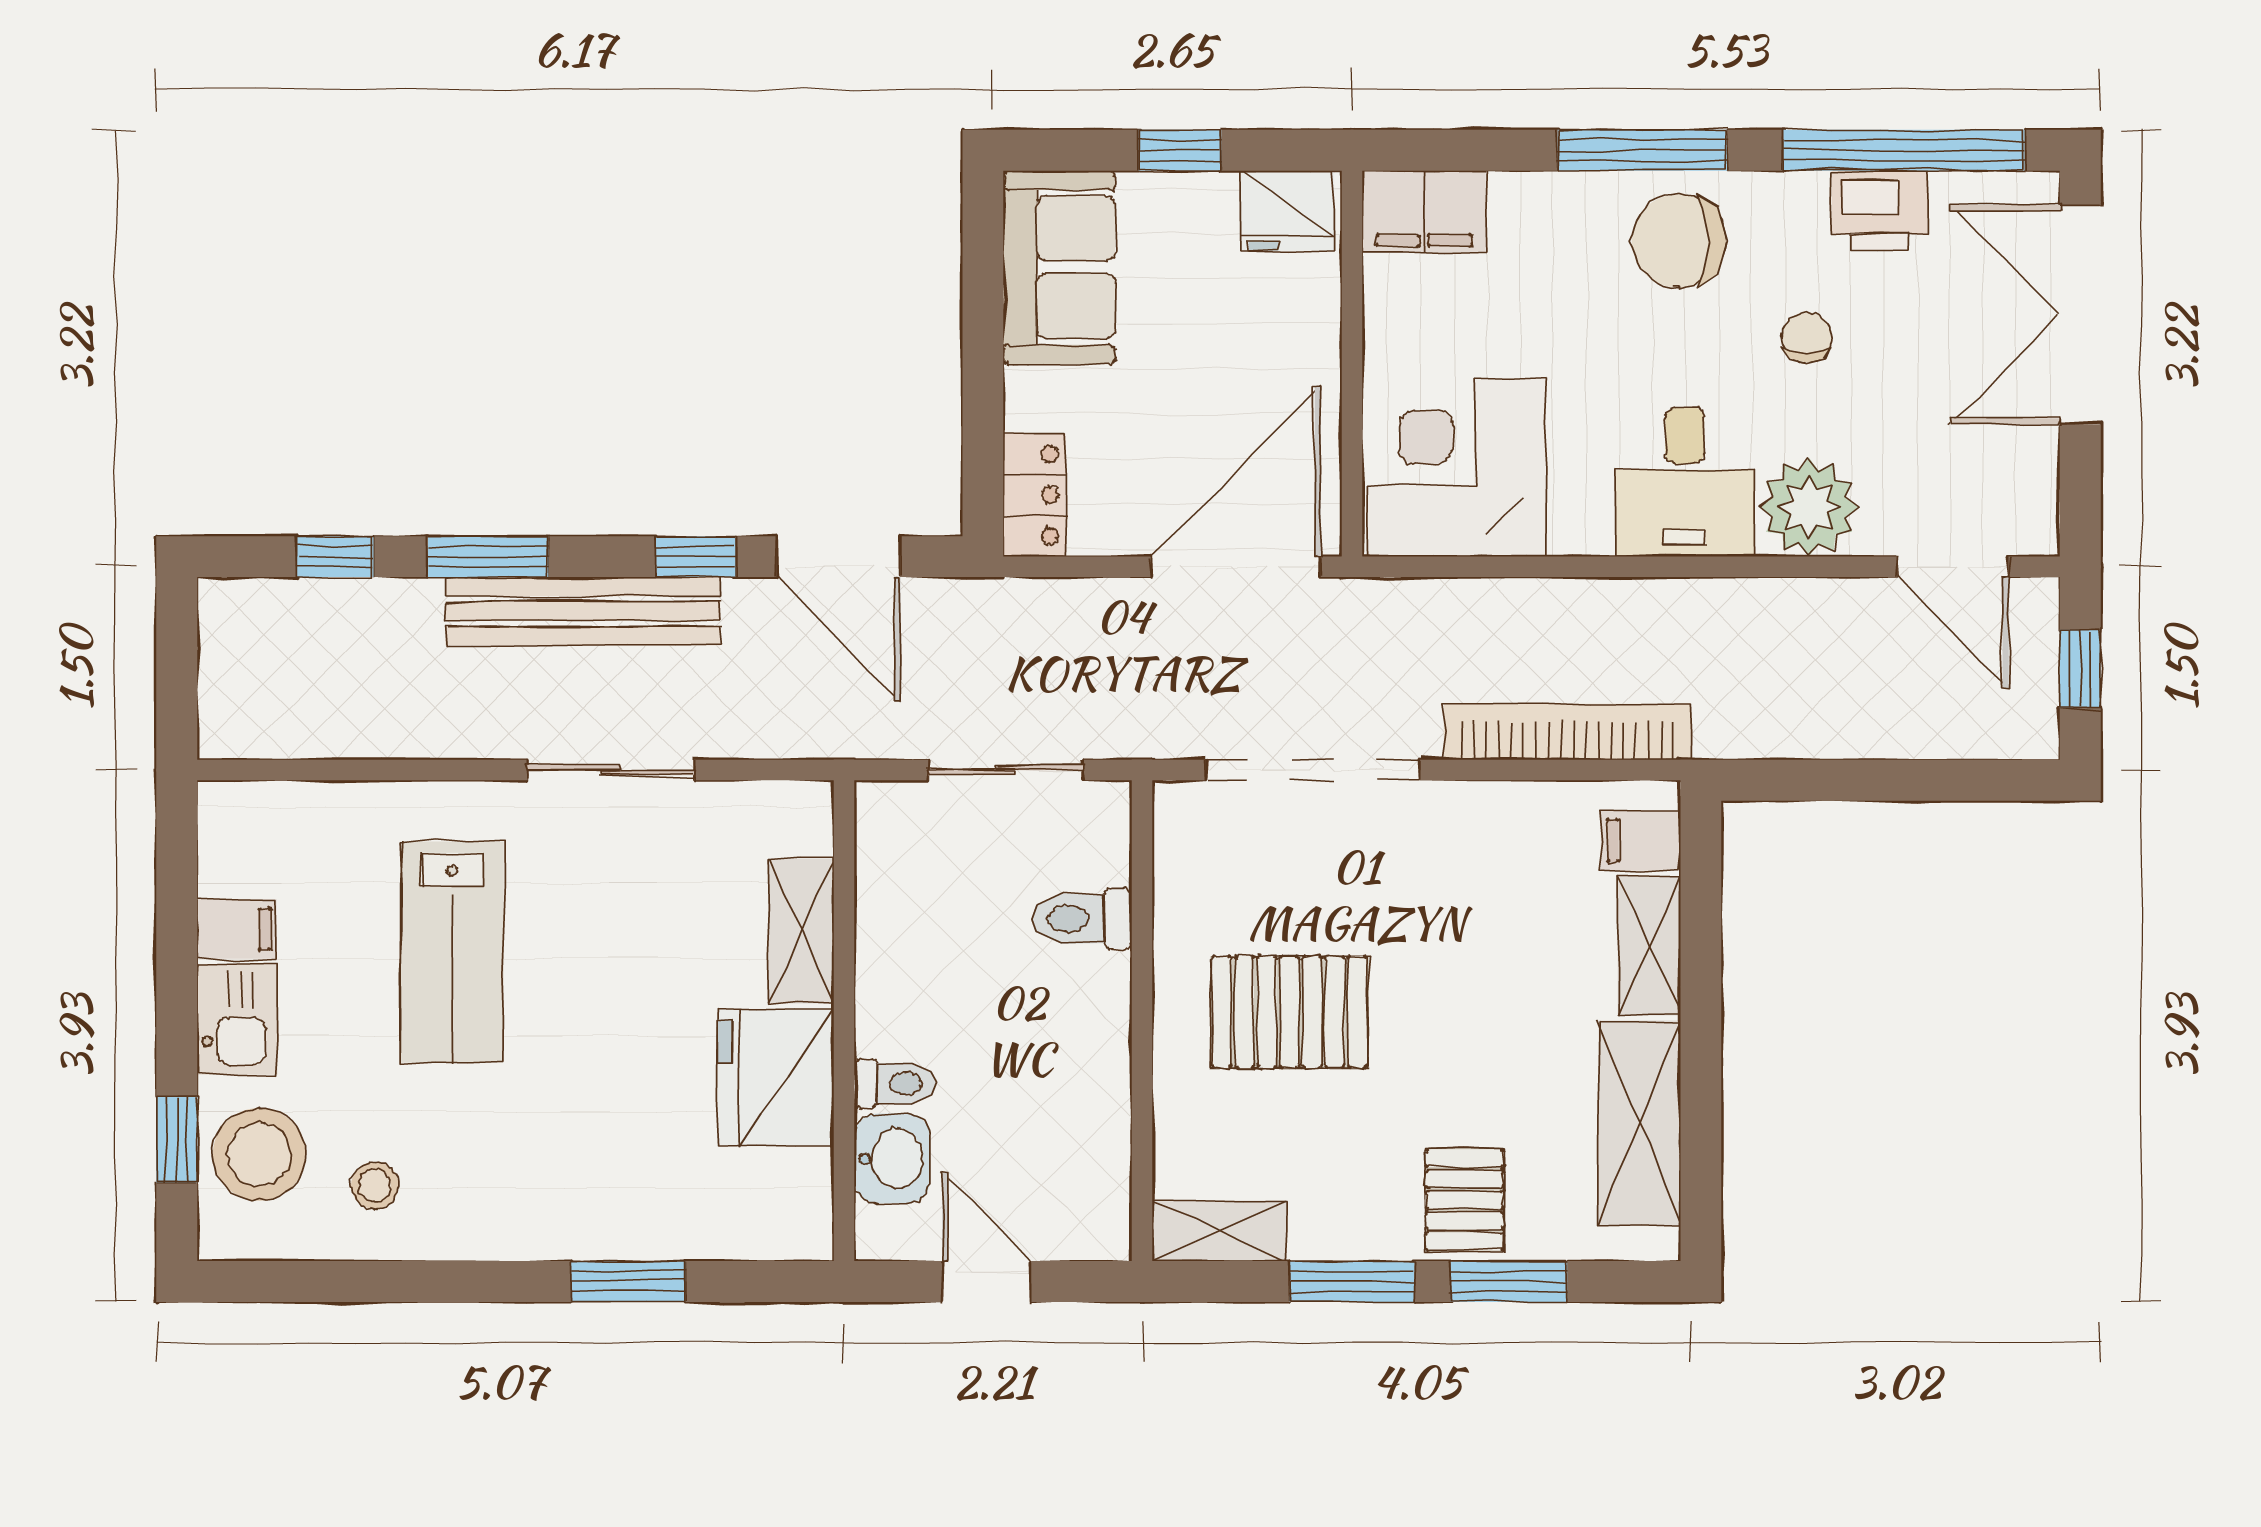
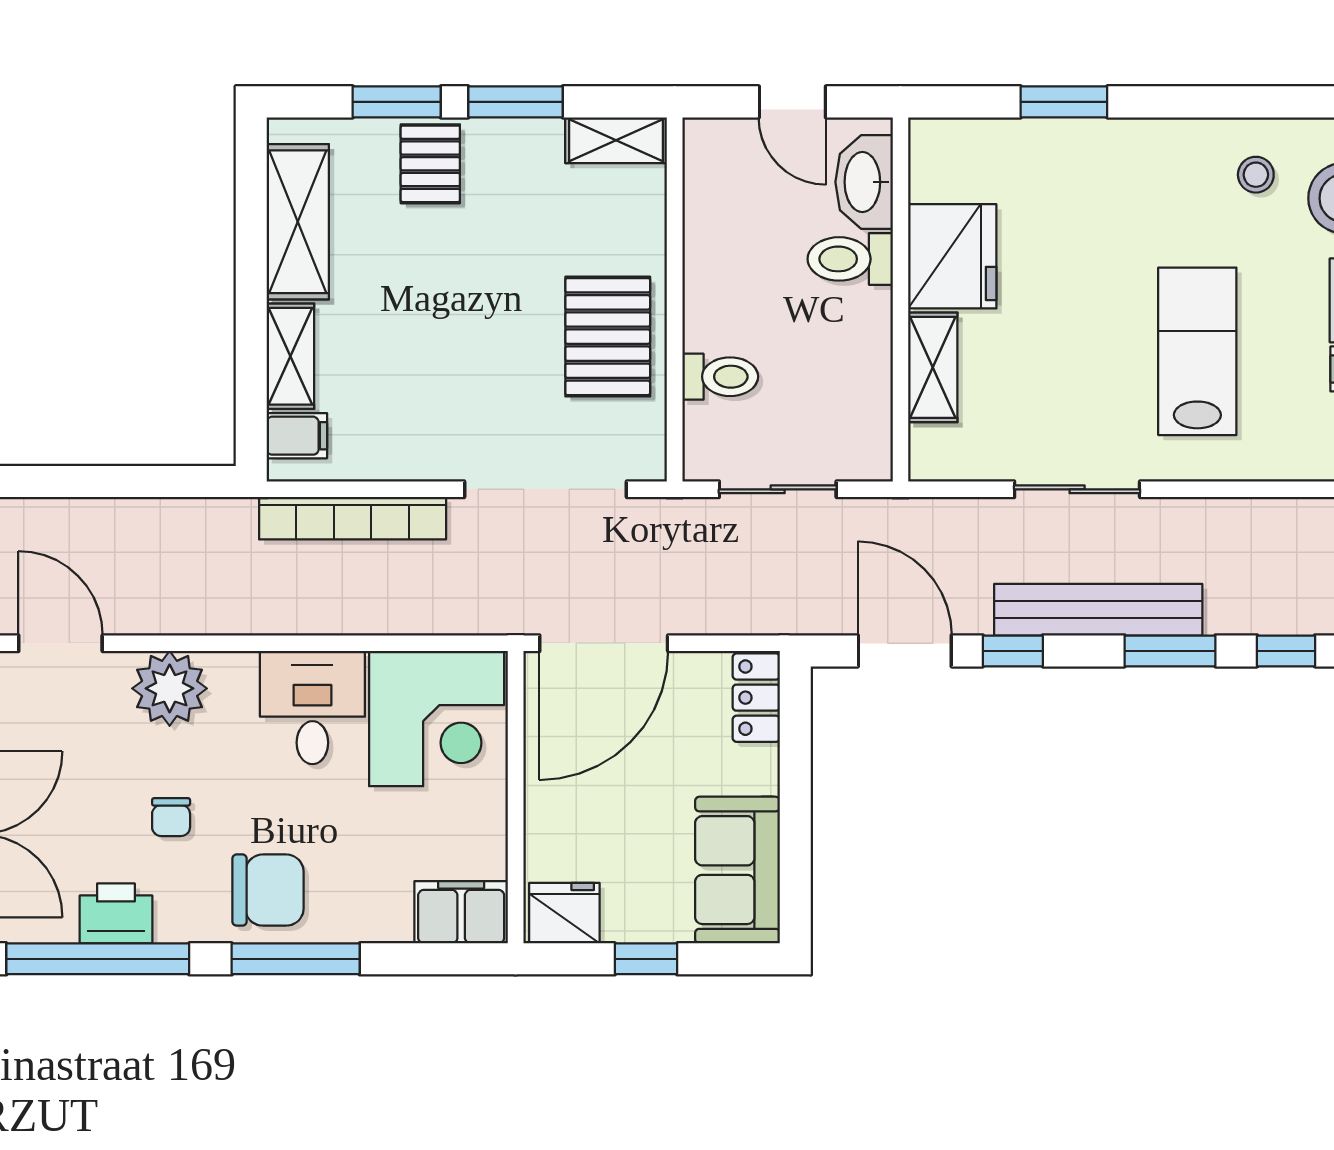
desk: (1685, 482) -> (312, 708), moved
pallet: (1290, 1012) -> (608, 337), moved, turned 90
toilet: (895, 1083) -> (850, 259), width x1.37, depth x1.39
washbasin: (892, 1158) -> (864, 182), width x1.38

